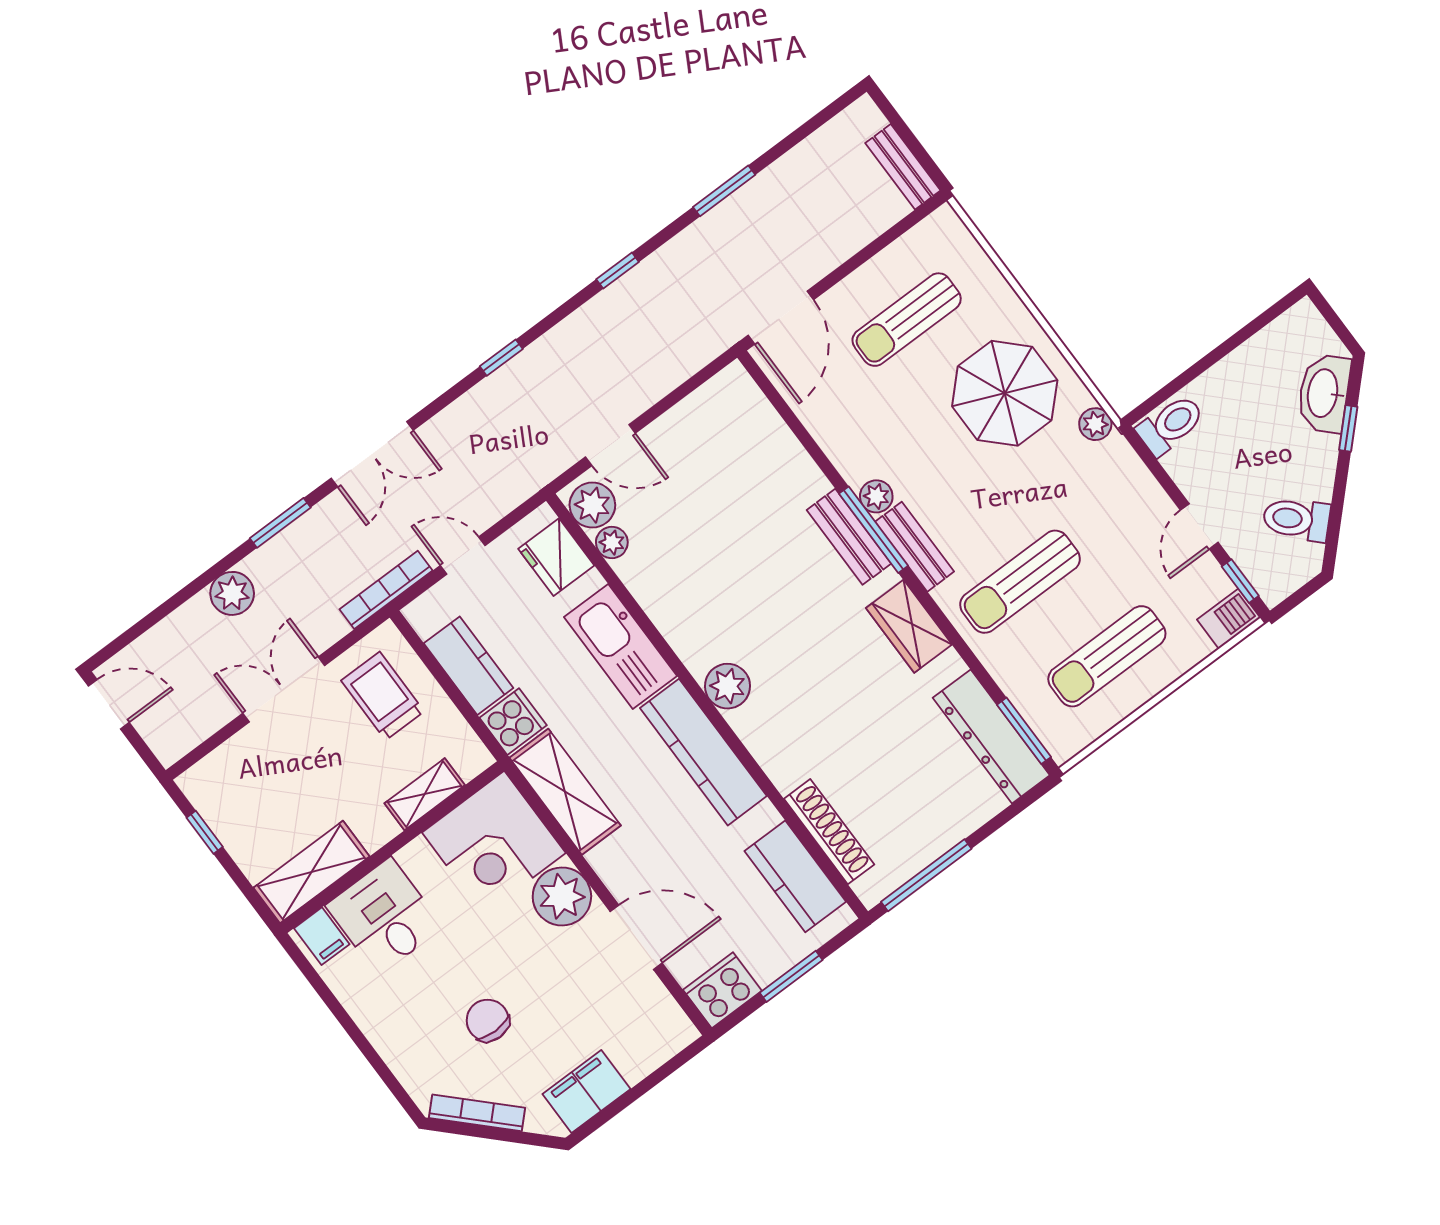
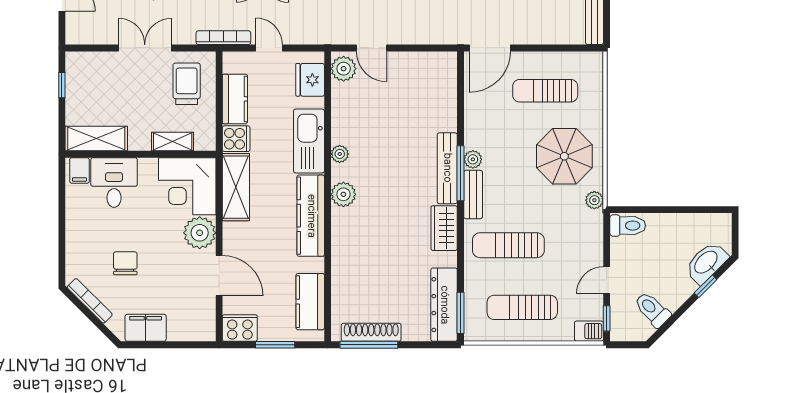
bench: (849, 537) -> (447, 168), width x1.36
plant: (612, 543) -> (340, 154), moved
shoe rack: (829, 832) -> (371, 332), moved, turned -90

